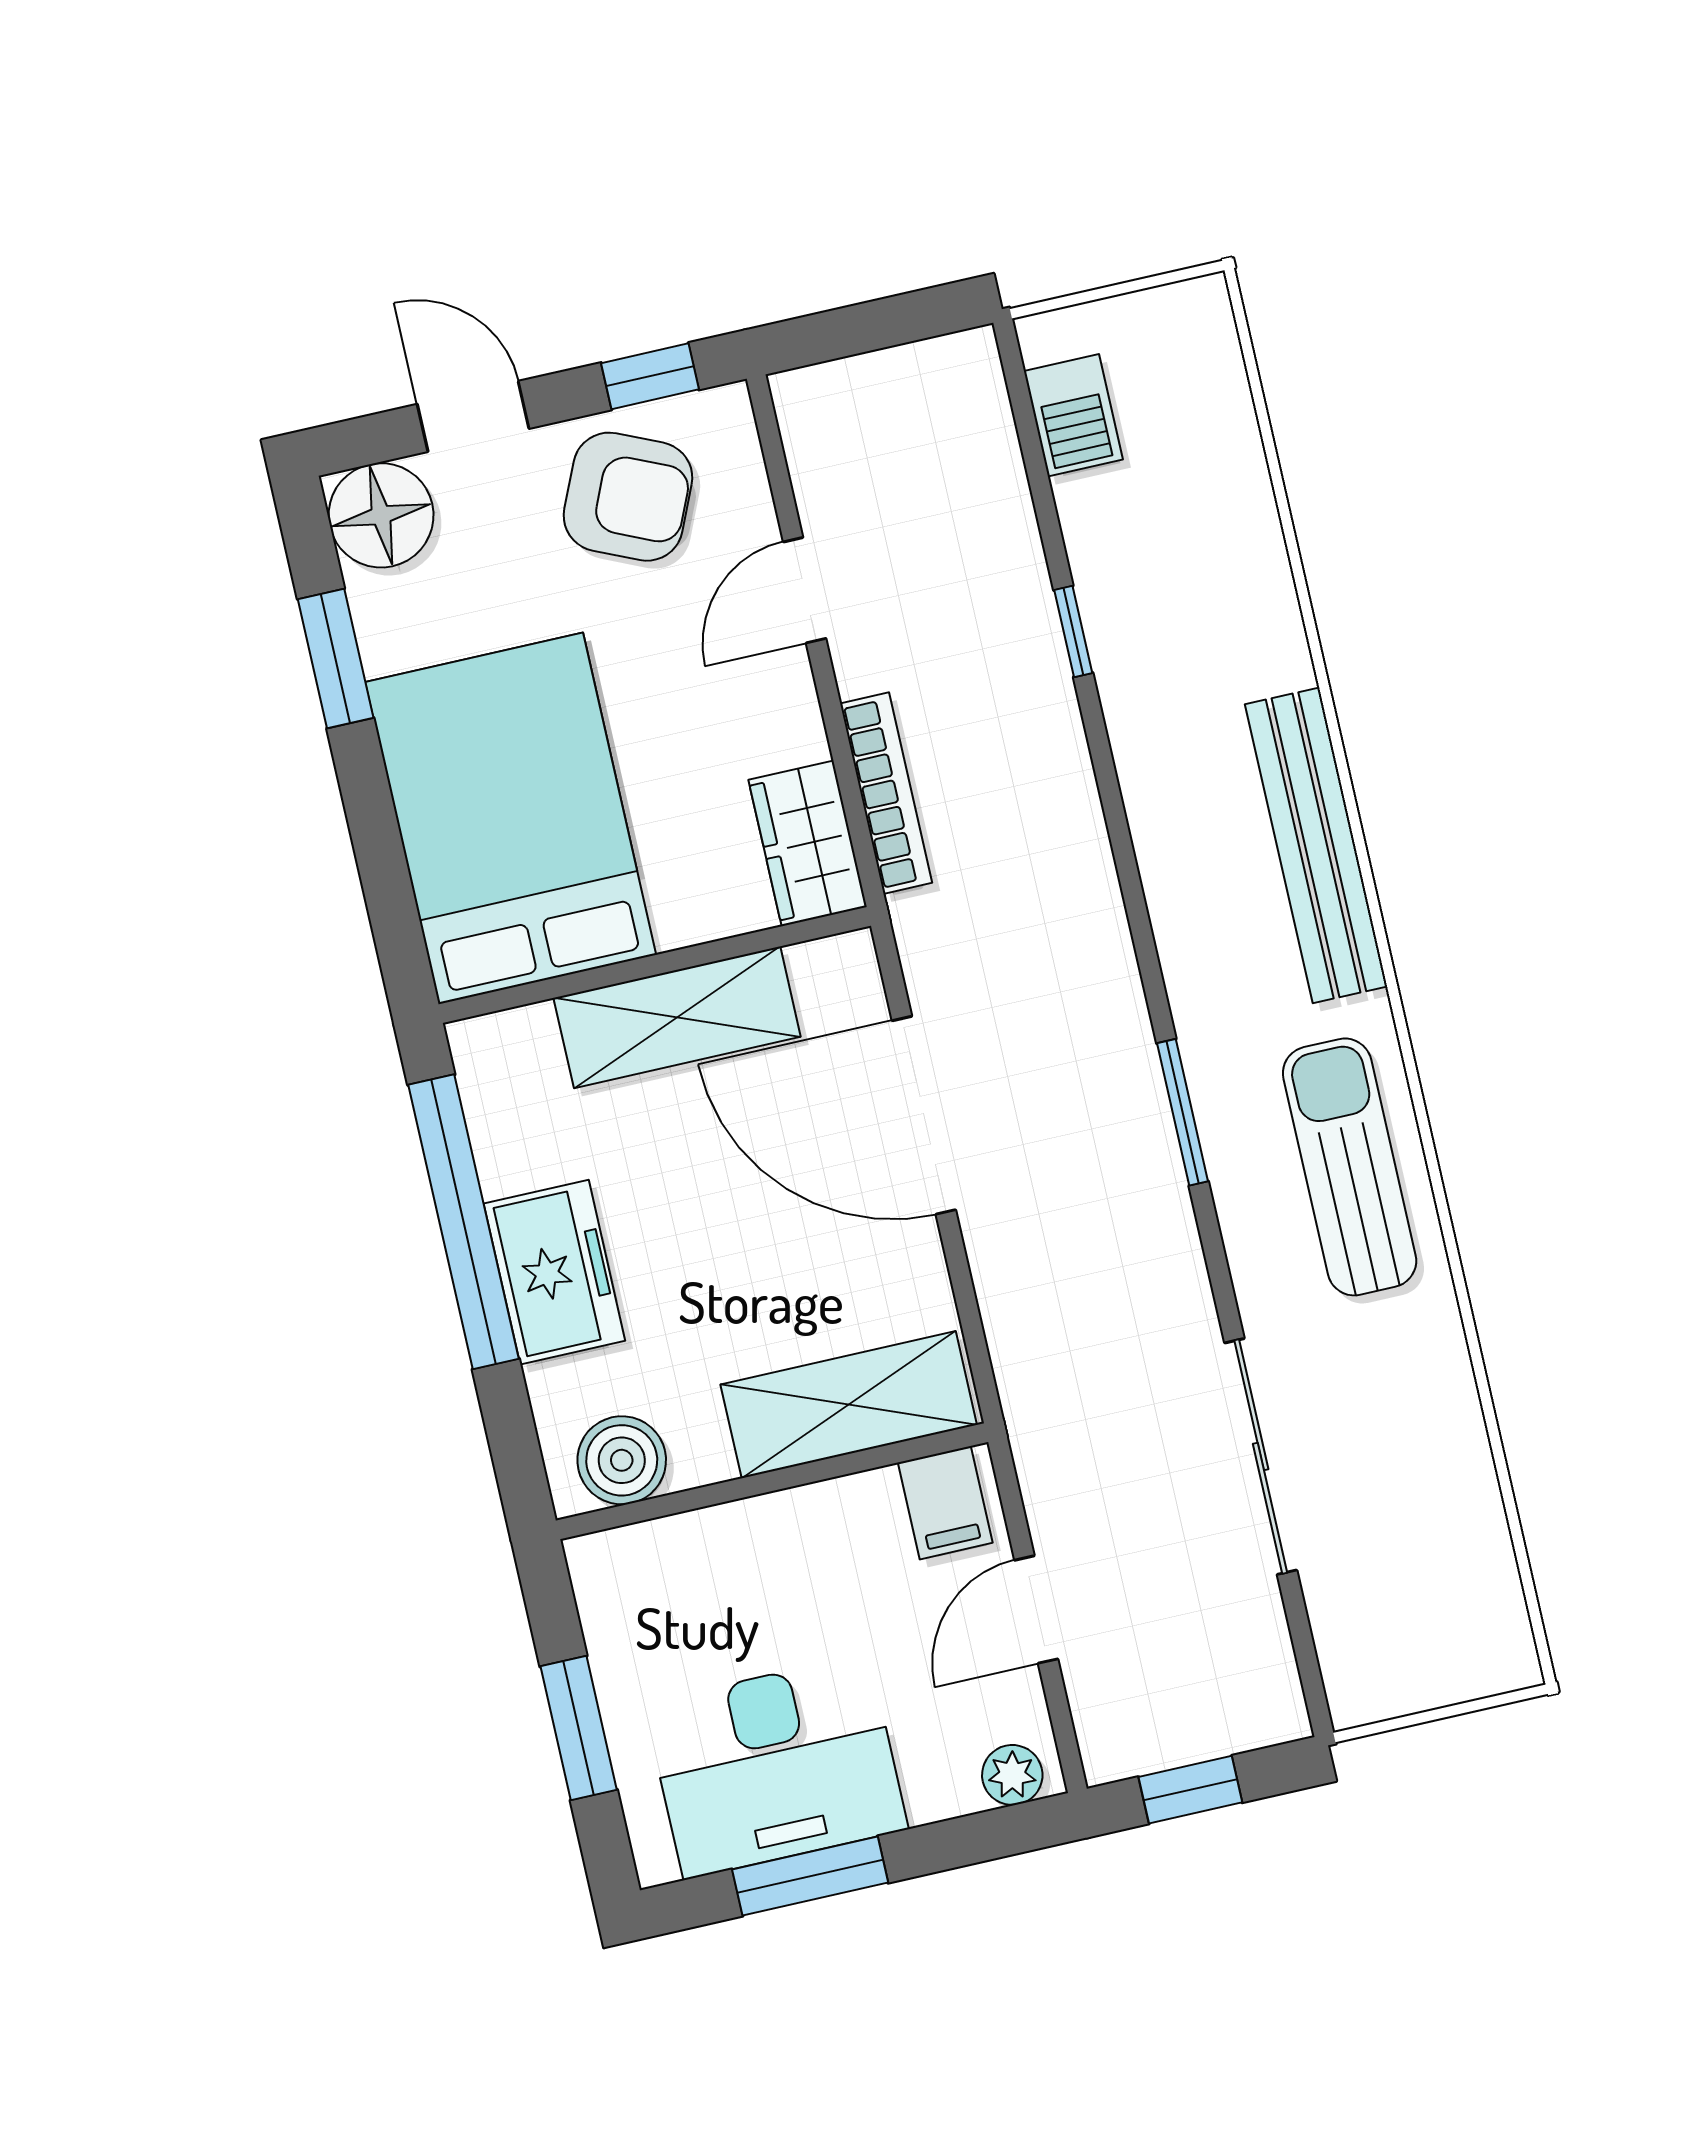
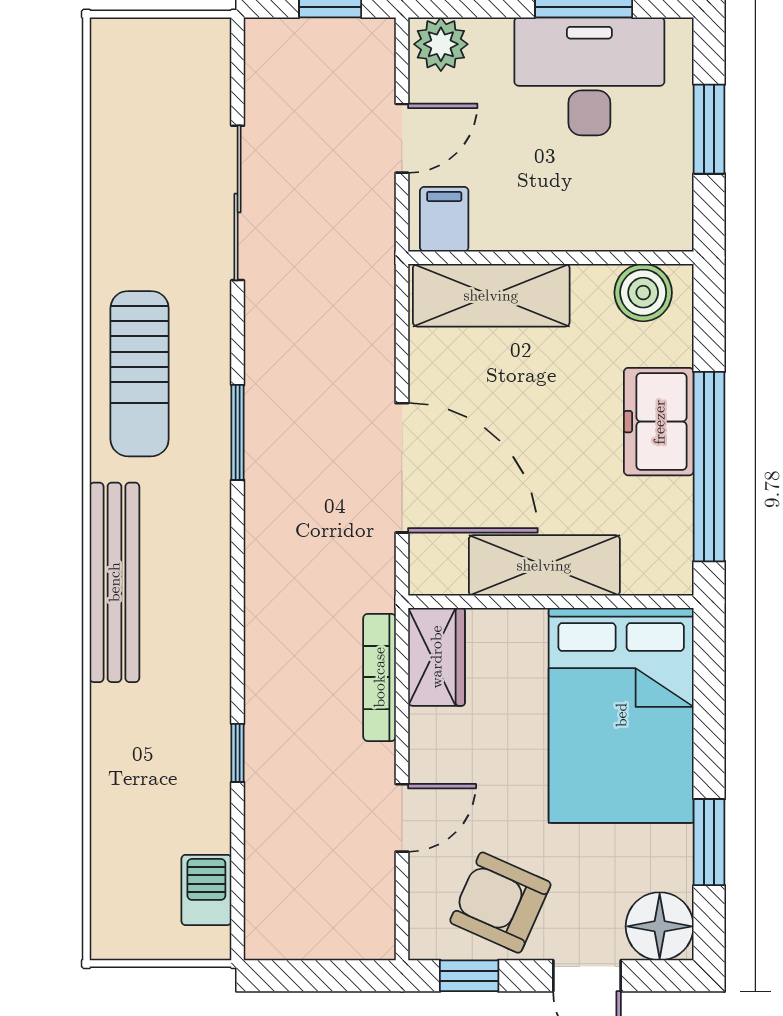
plant: (1012, 1775) -> (441, 44), width x1.38, depth x1.38

